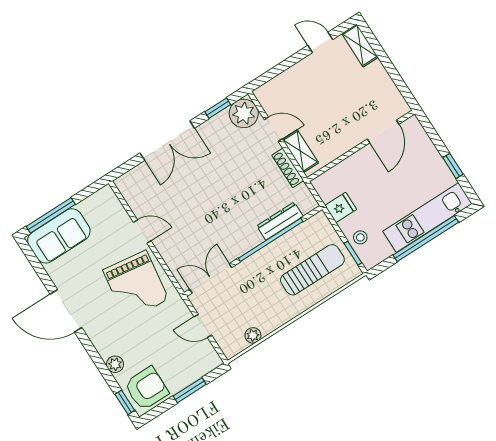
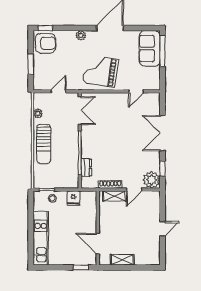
door: (320, 42) -> (162, 229), moved
shelving: (360, 45) -> (122, 260), moved
window: (453, 166) -> (81, 267), moved
dresser: (280, 221) -> (86, 168), width x0.70
door: (142, 231) -> (136, 91), moved
window: (426, 239) -> (31, 231), removed
sun lounger: (312, 270) -> (44, 144), moved
plant: (115, 364) -> (81, 35), moved
armchair: (146, 388) -> (45, 43), turned -90

